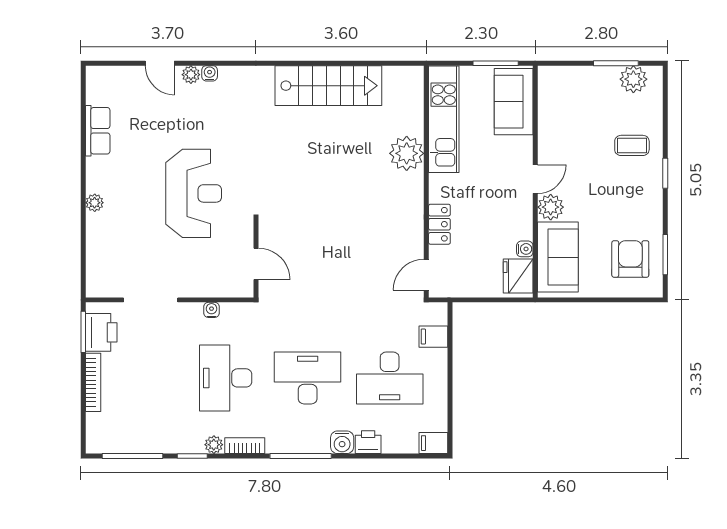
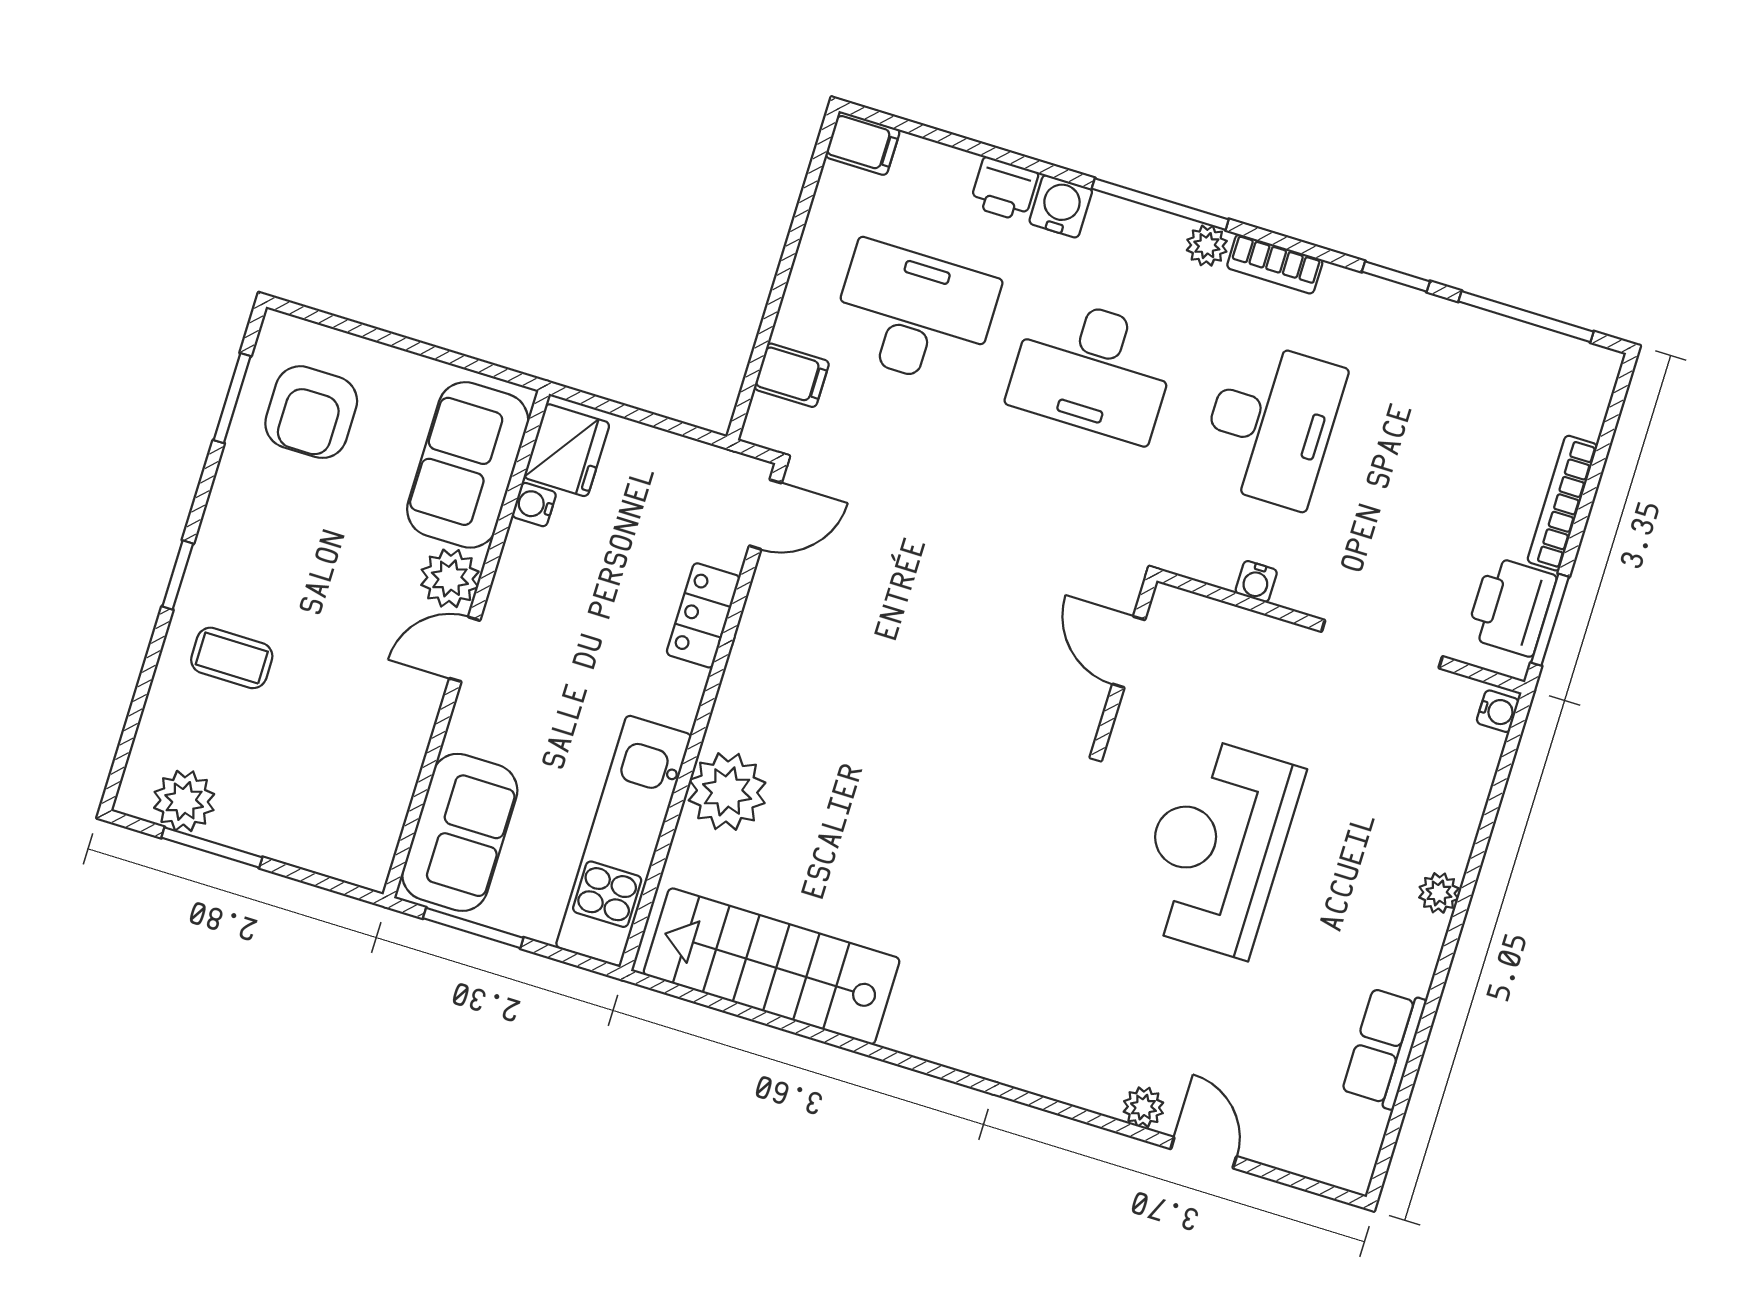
water cooler: (210, 73) -> (1498, 711), moved, turned -90
stairs: (328, 86) -> (772, 966), moved
plant: (214, 445) -> (1207, 246), moved

